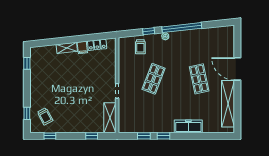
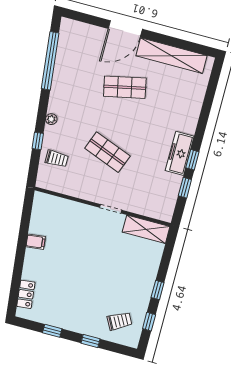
window: (182, 28) -> (50, 61), moved
locker: (97, 45) -> (26, 294), moved
shelving: (67, 48) -> (30, 264), removed
window: (27, 63) -> (52, 331), moved
window: (27, 113) -> (91, 341), moved
freezer: (188, 126) -> (180, 153), moved
window: (92, 136) -> (158, 290), moved

